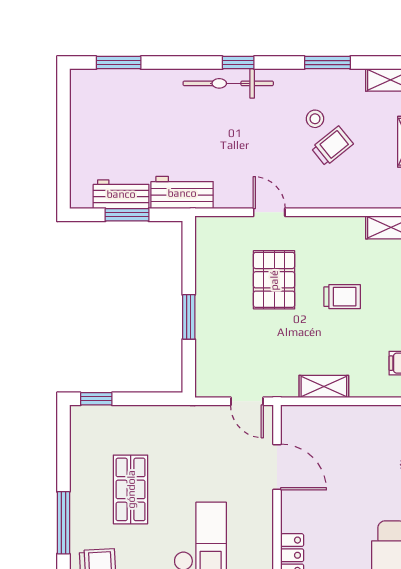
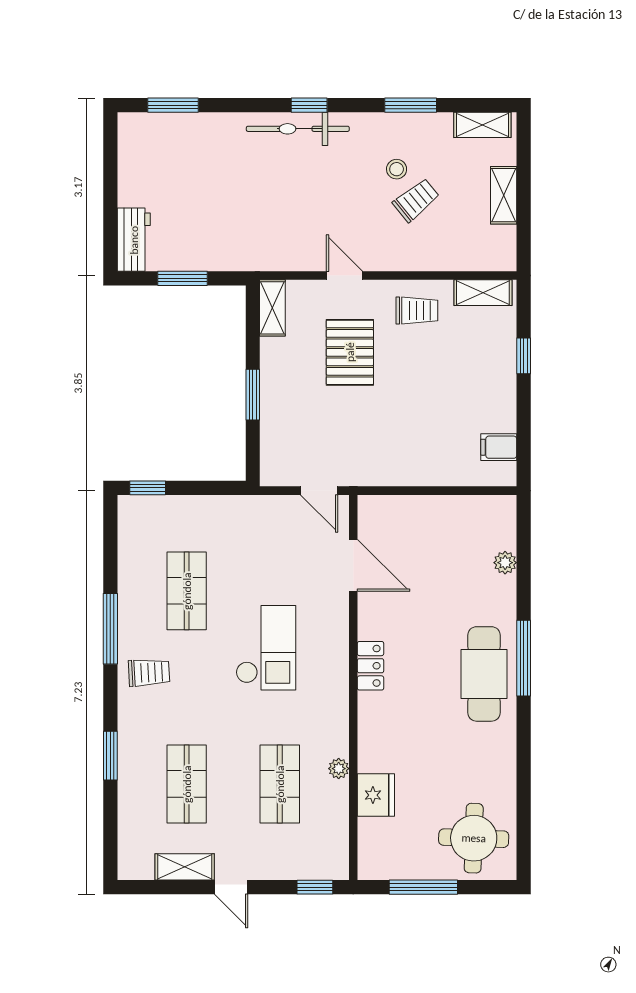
workbench: (182, 193) -> (245, 253), removed
workbench: (121, 194) -> (134, 240), moved, turned 90
trolley: (342, 297) -> (417, 311), moved
shelving: (324, 386) -> (272, 308), moved, turned 90

